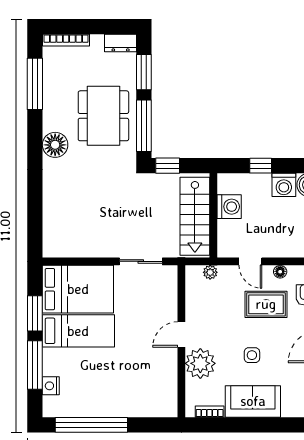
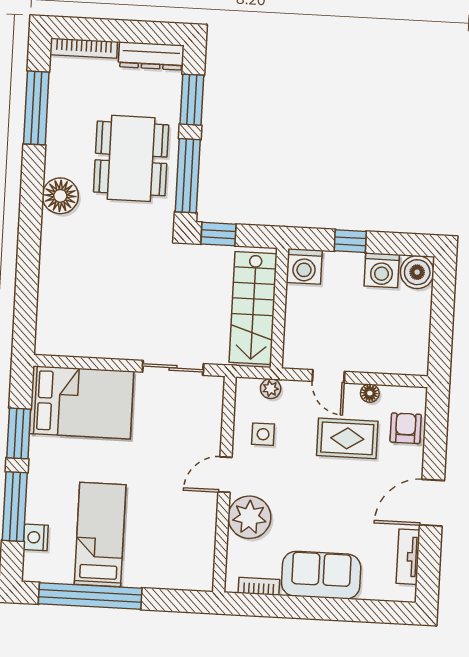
dresser: (121, 43) -> (151, 56), width x1.44
washing machine: (229, 207) -> (304, 266), moved, turned 90
bed: (78, 331) -> (100, 535), moved, turned -90
side table: (252, 355) -> (263, 434), moved

